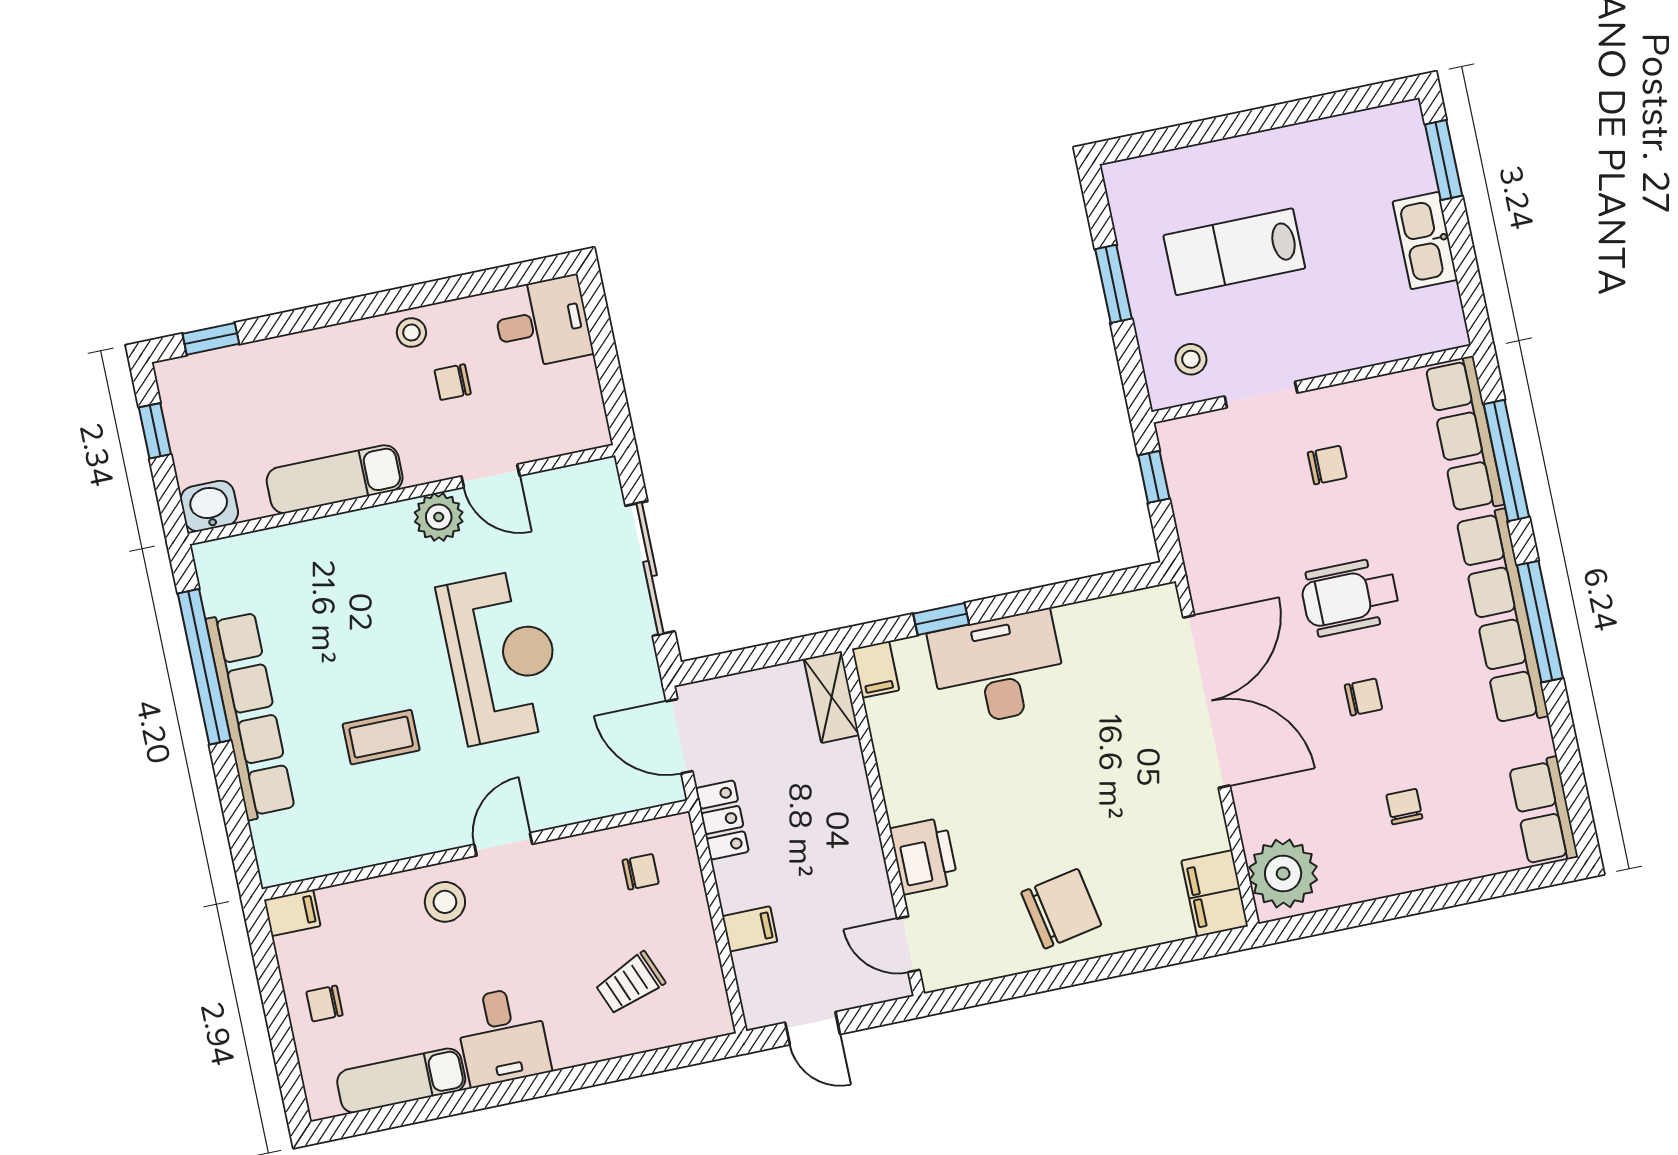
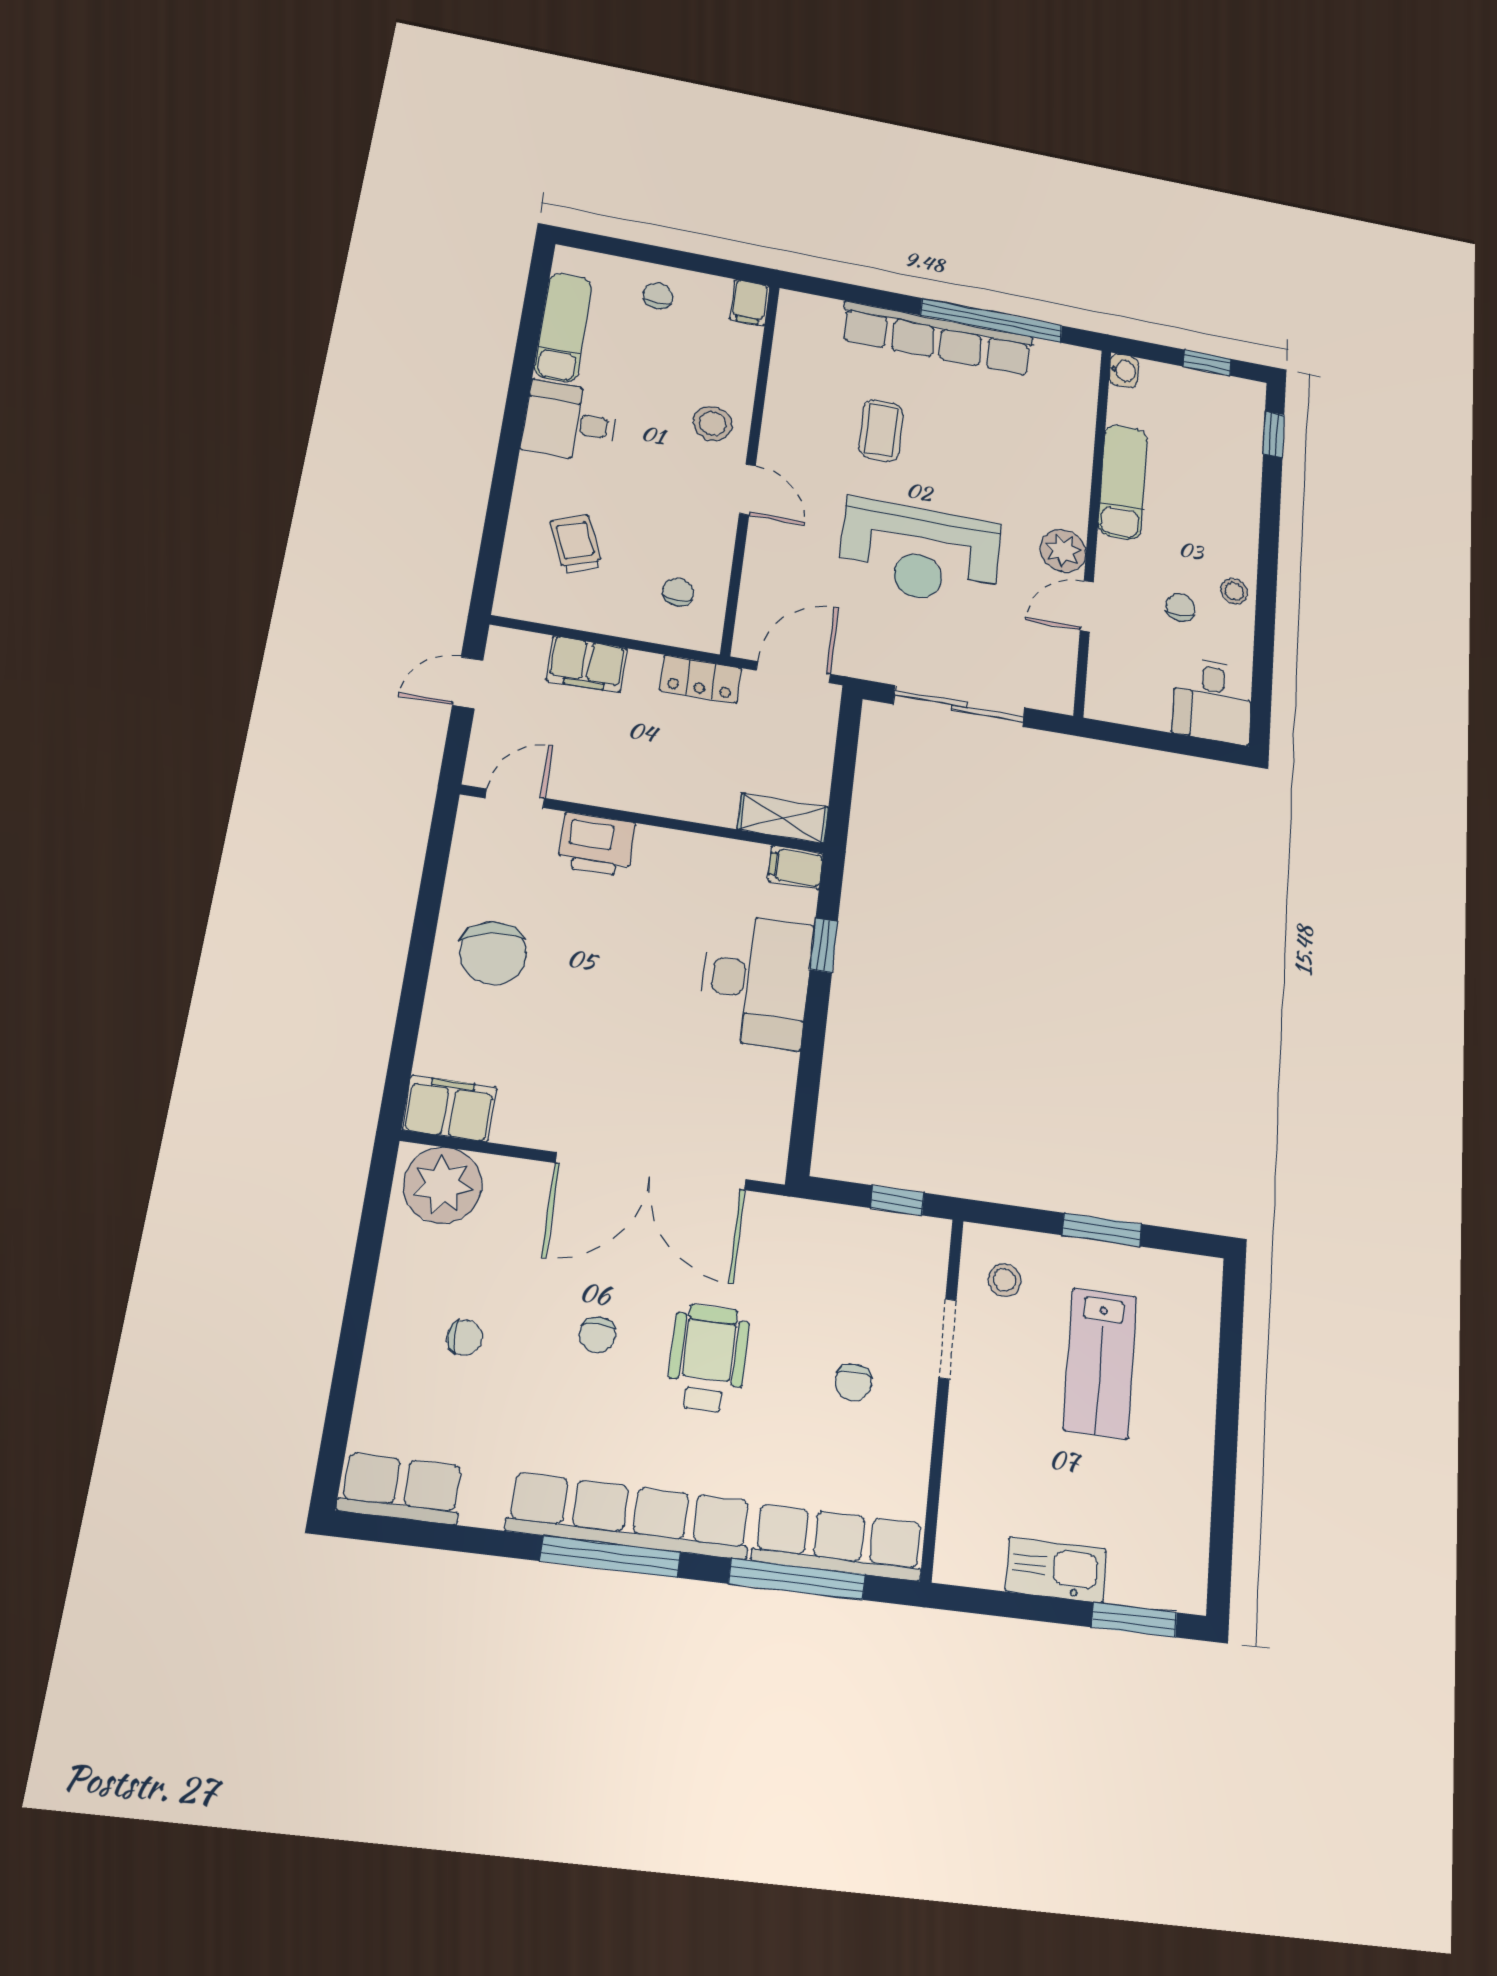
lab bench: (1234, 252) -> (1100, 1363), turned 180
washbasin: (209, 506) -> (1124, 371), width x0.72, depth x0.69
chair: (641, 872) -> (678, 592), turned 180
filing cabinet: (750, 929) -> (587, 664), width x2.00

